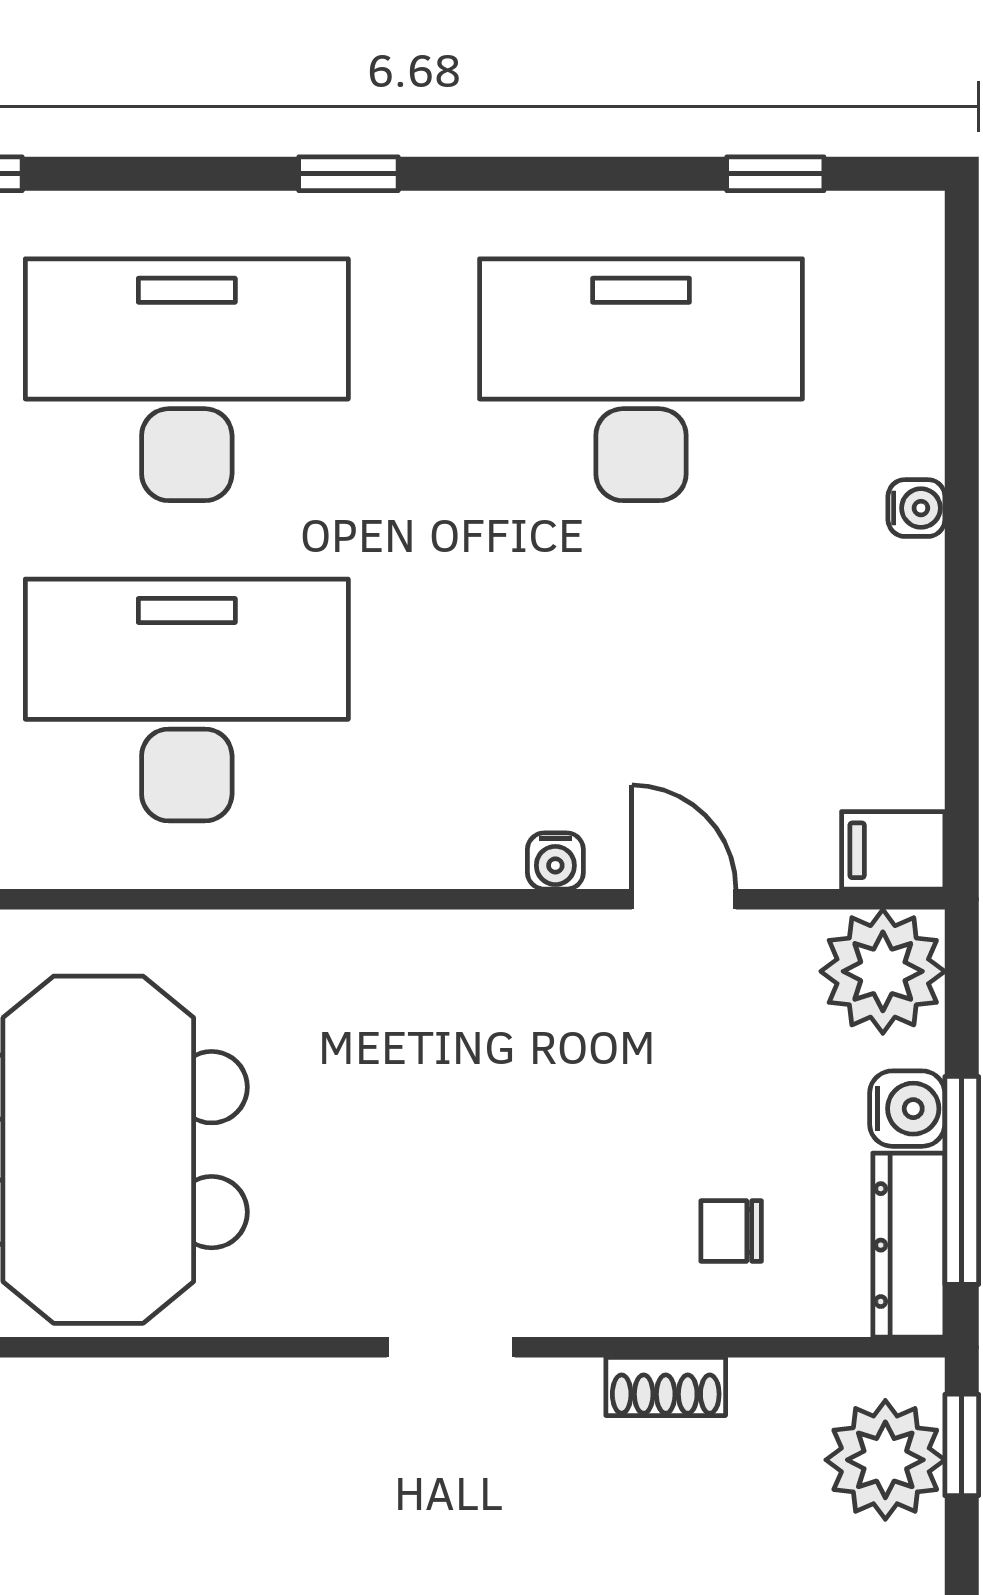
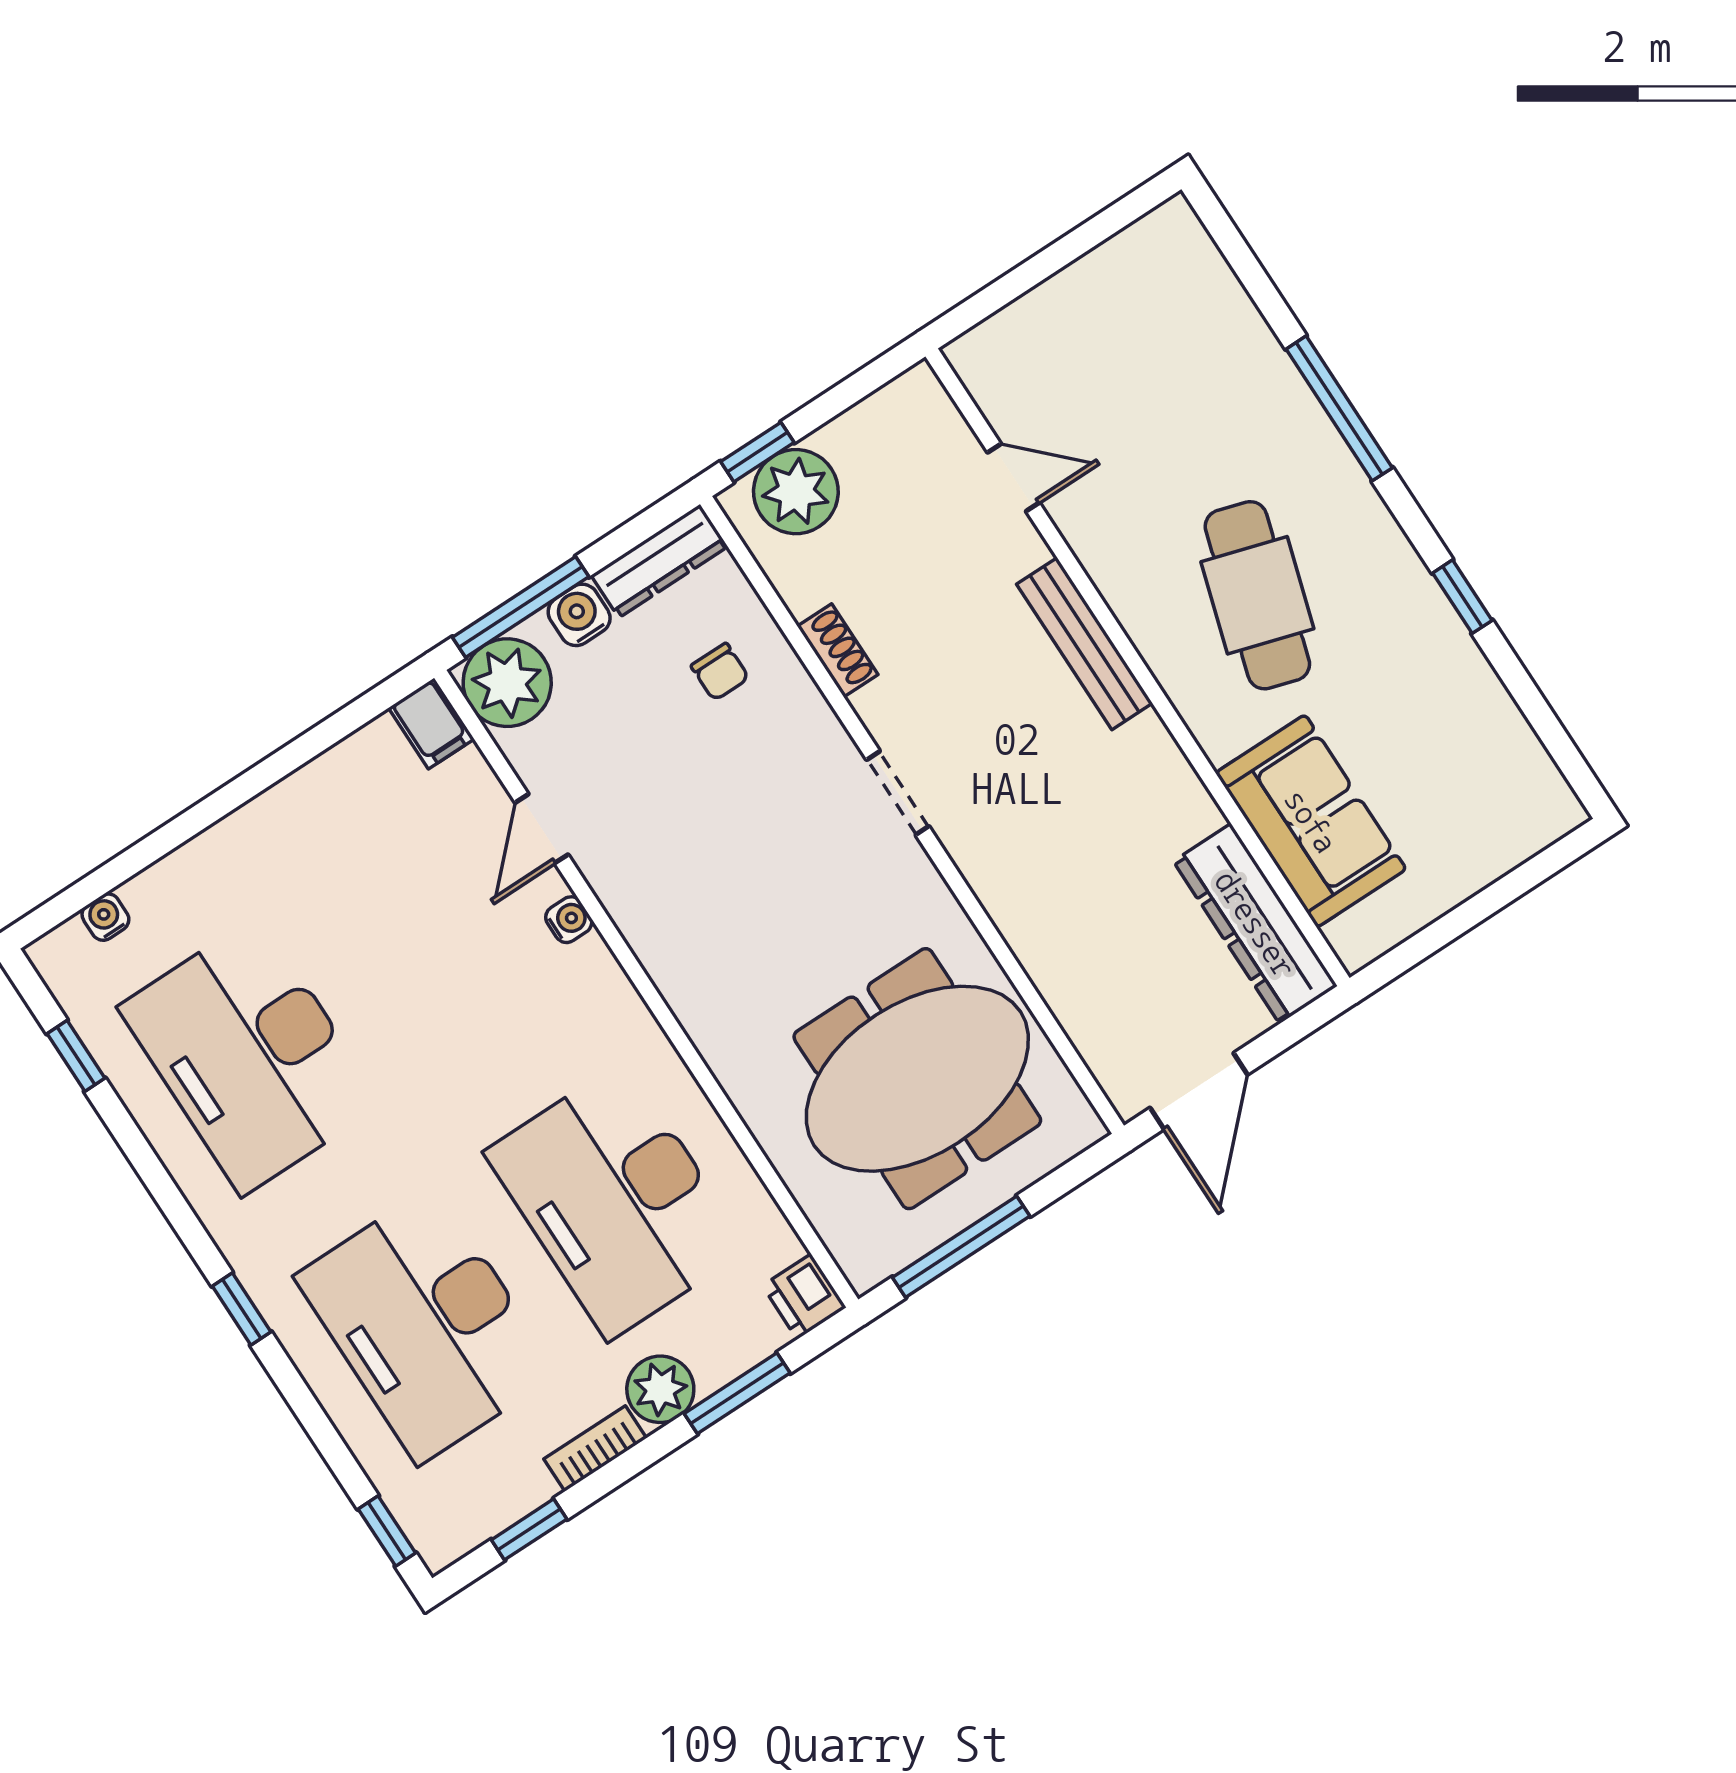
water cooler: (916, 508) -> (105, 917), moved
window: (962, 1180) -> (521, 607), moved

